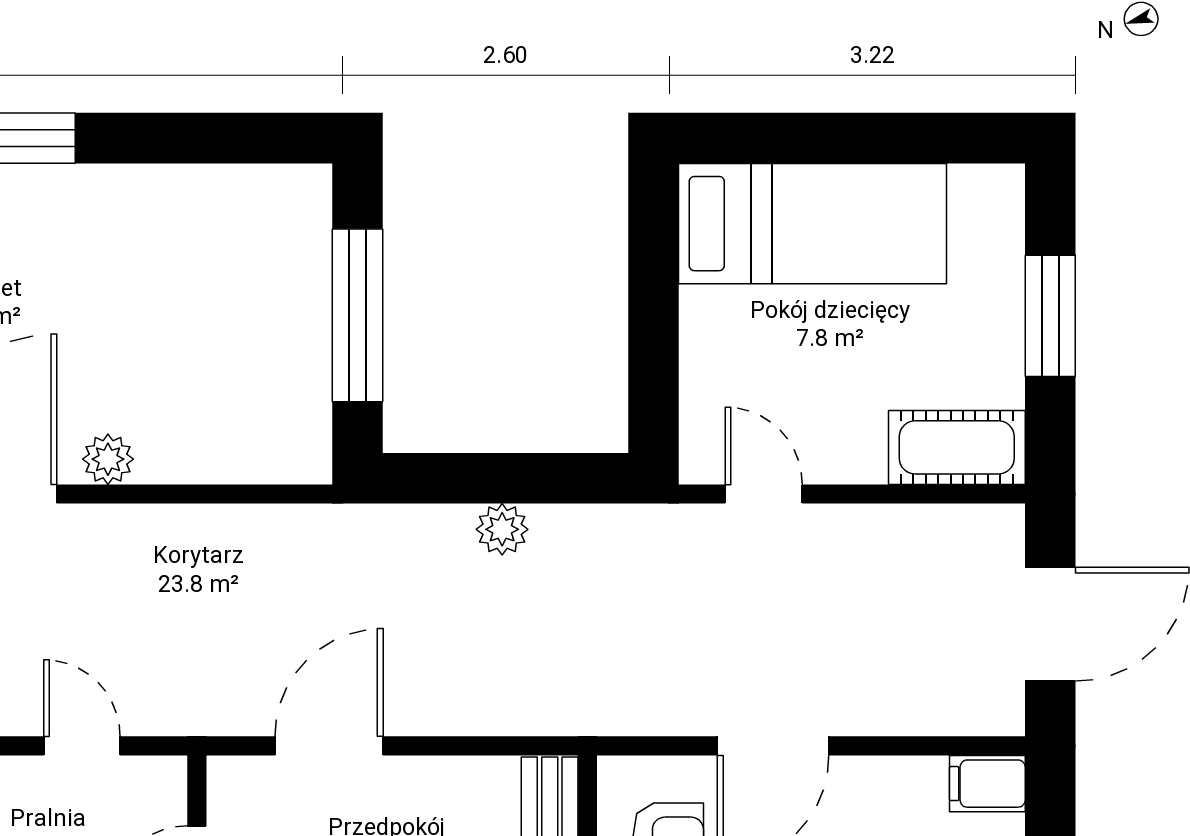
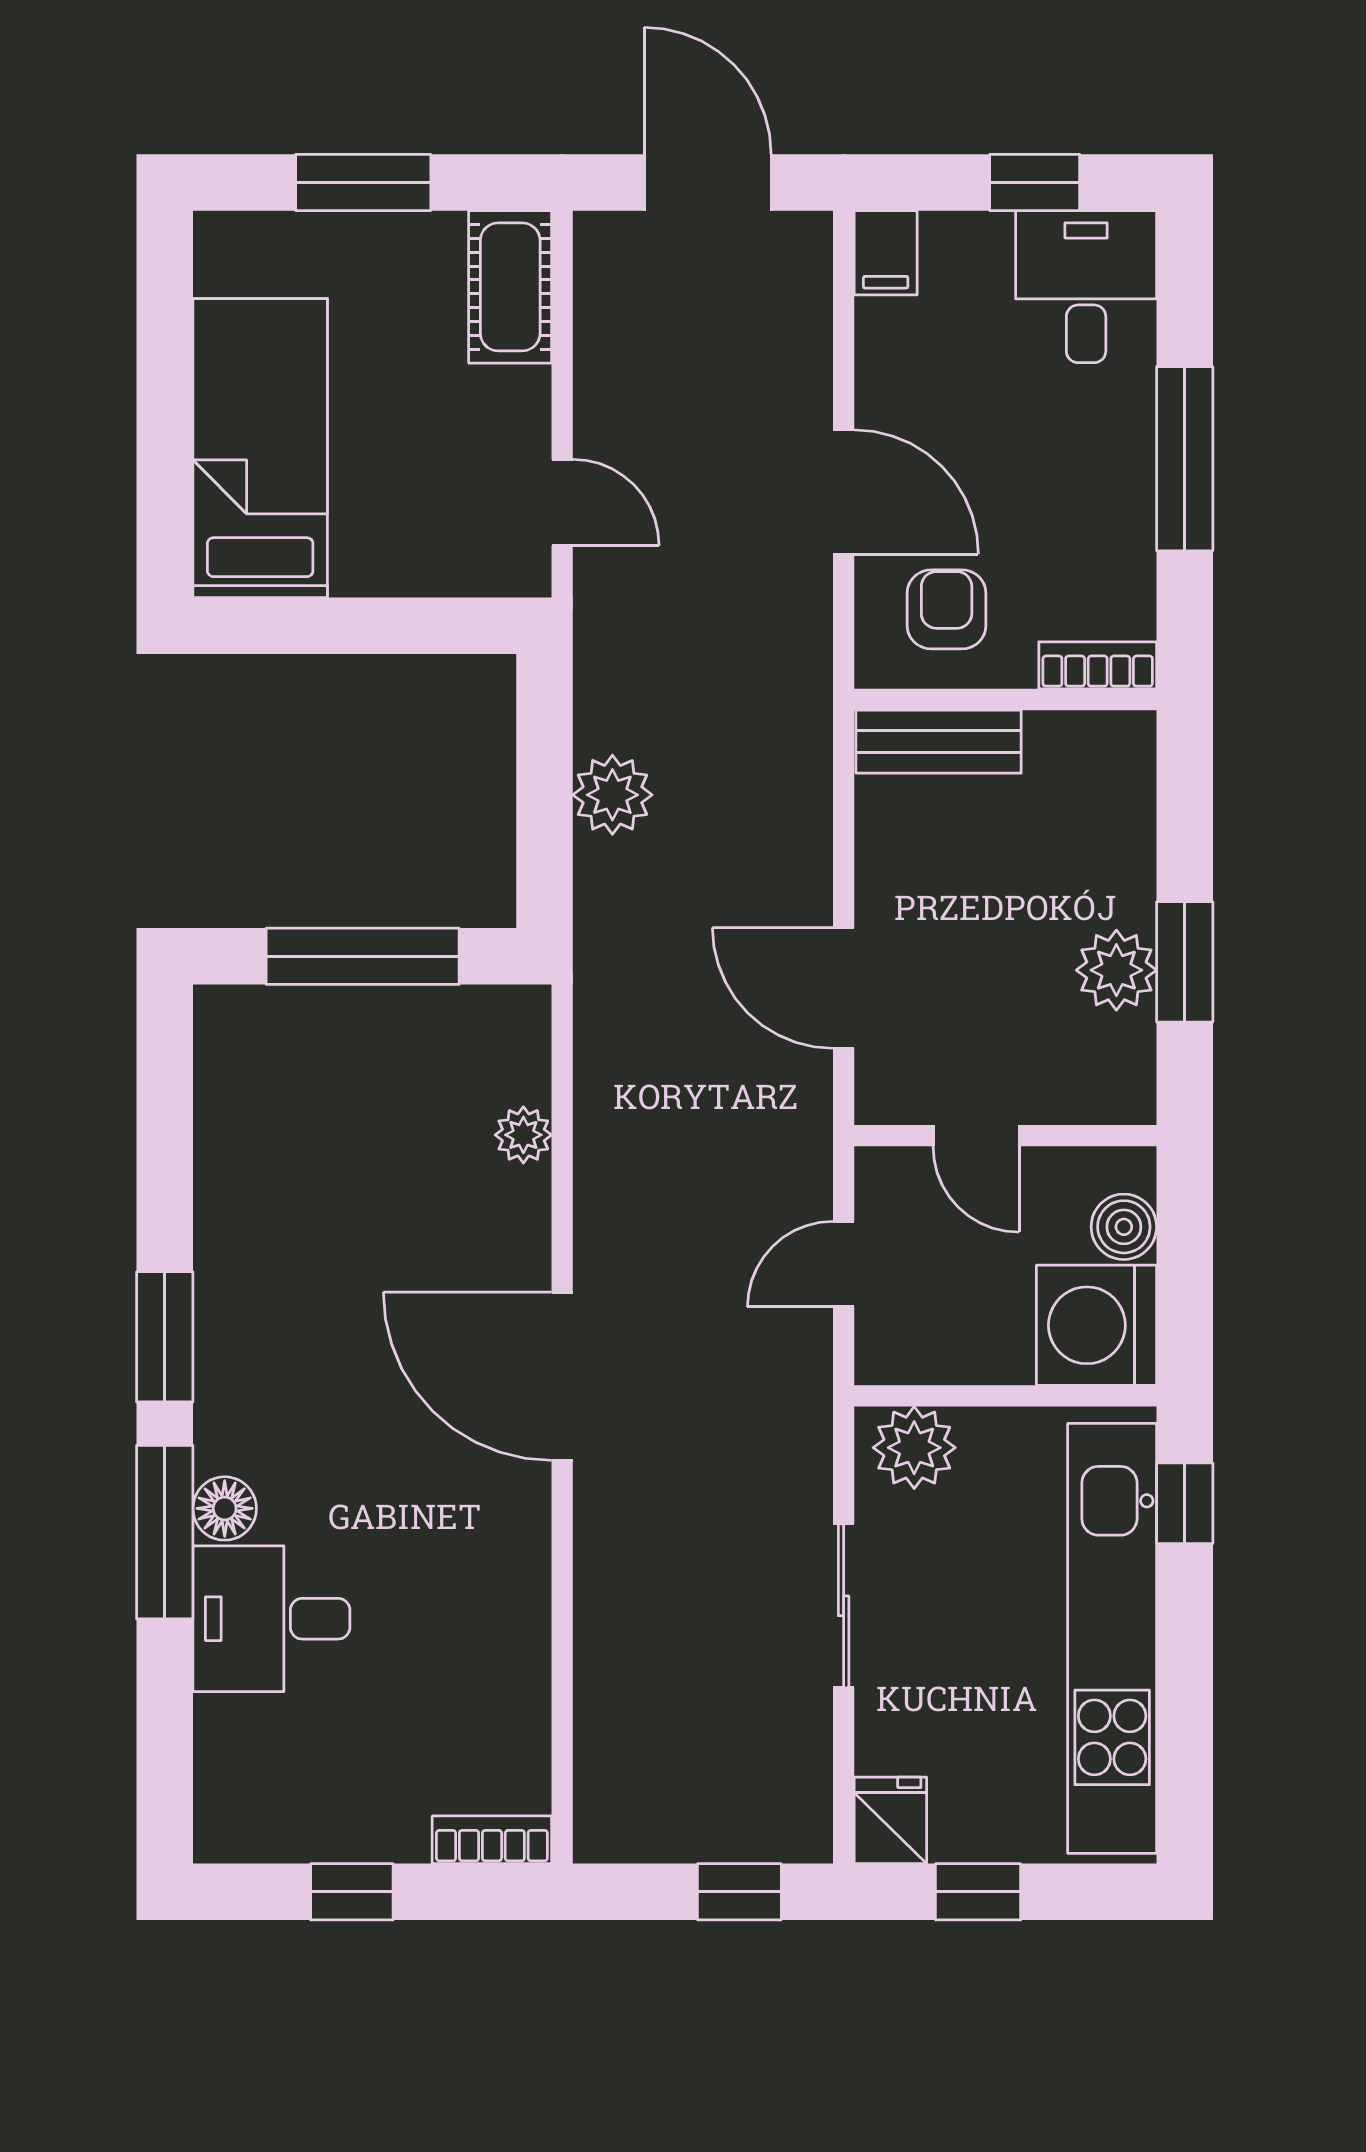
plant: (108, 459) -> (523, 1135), moved
door: (764, 494) -> (562, 502), swing flipped
plant: (502, 529) -> (612, 795), width x1.38, depth x1.38

